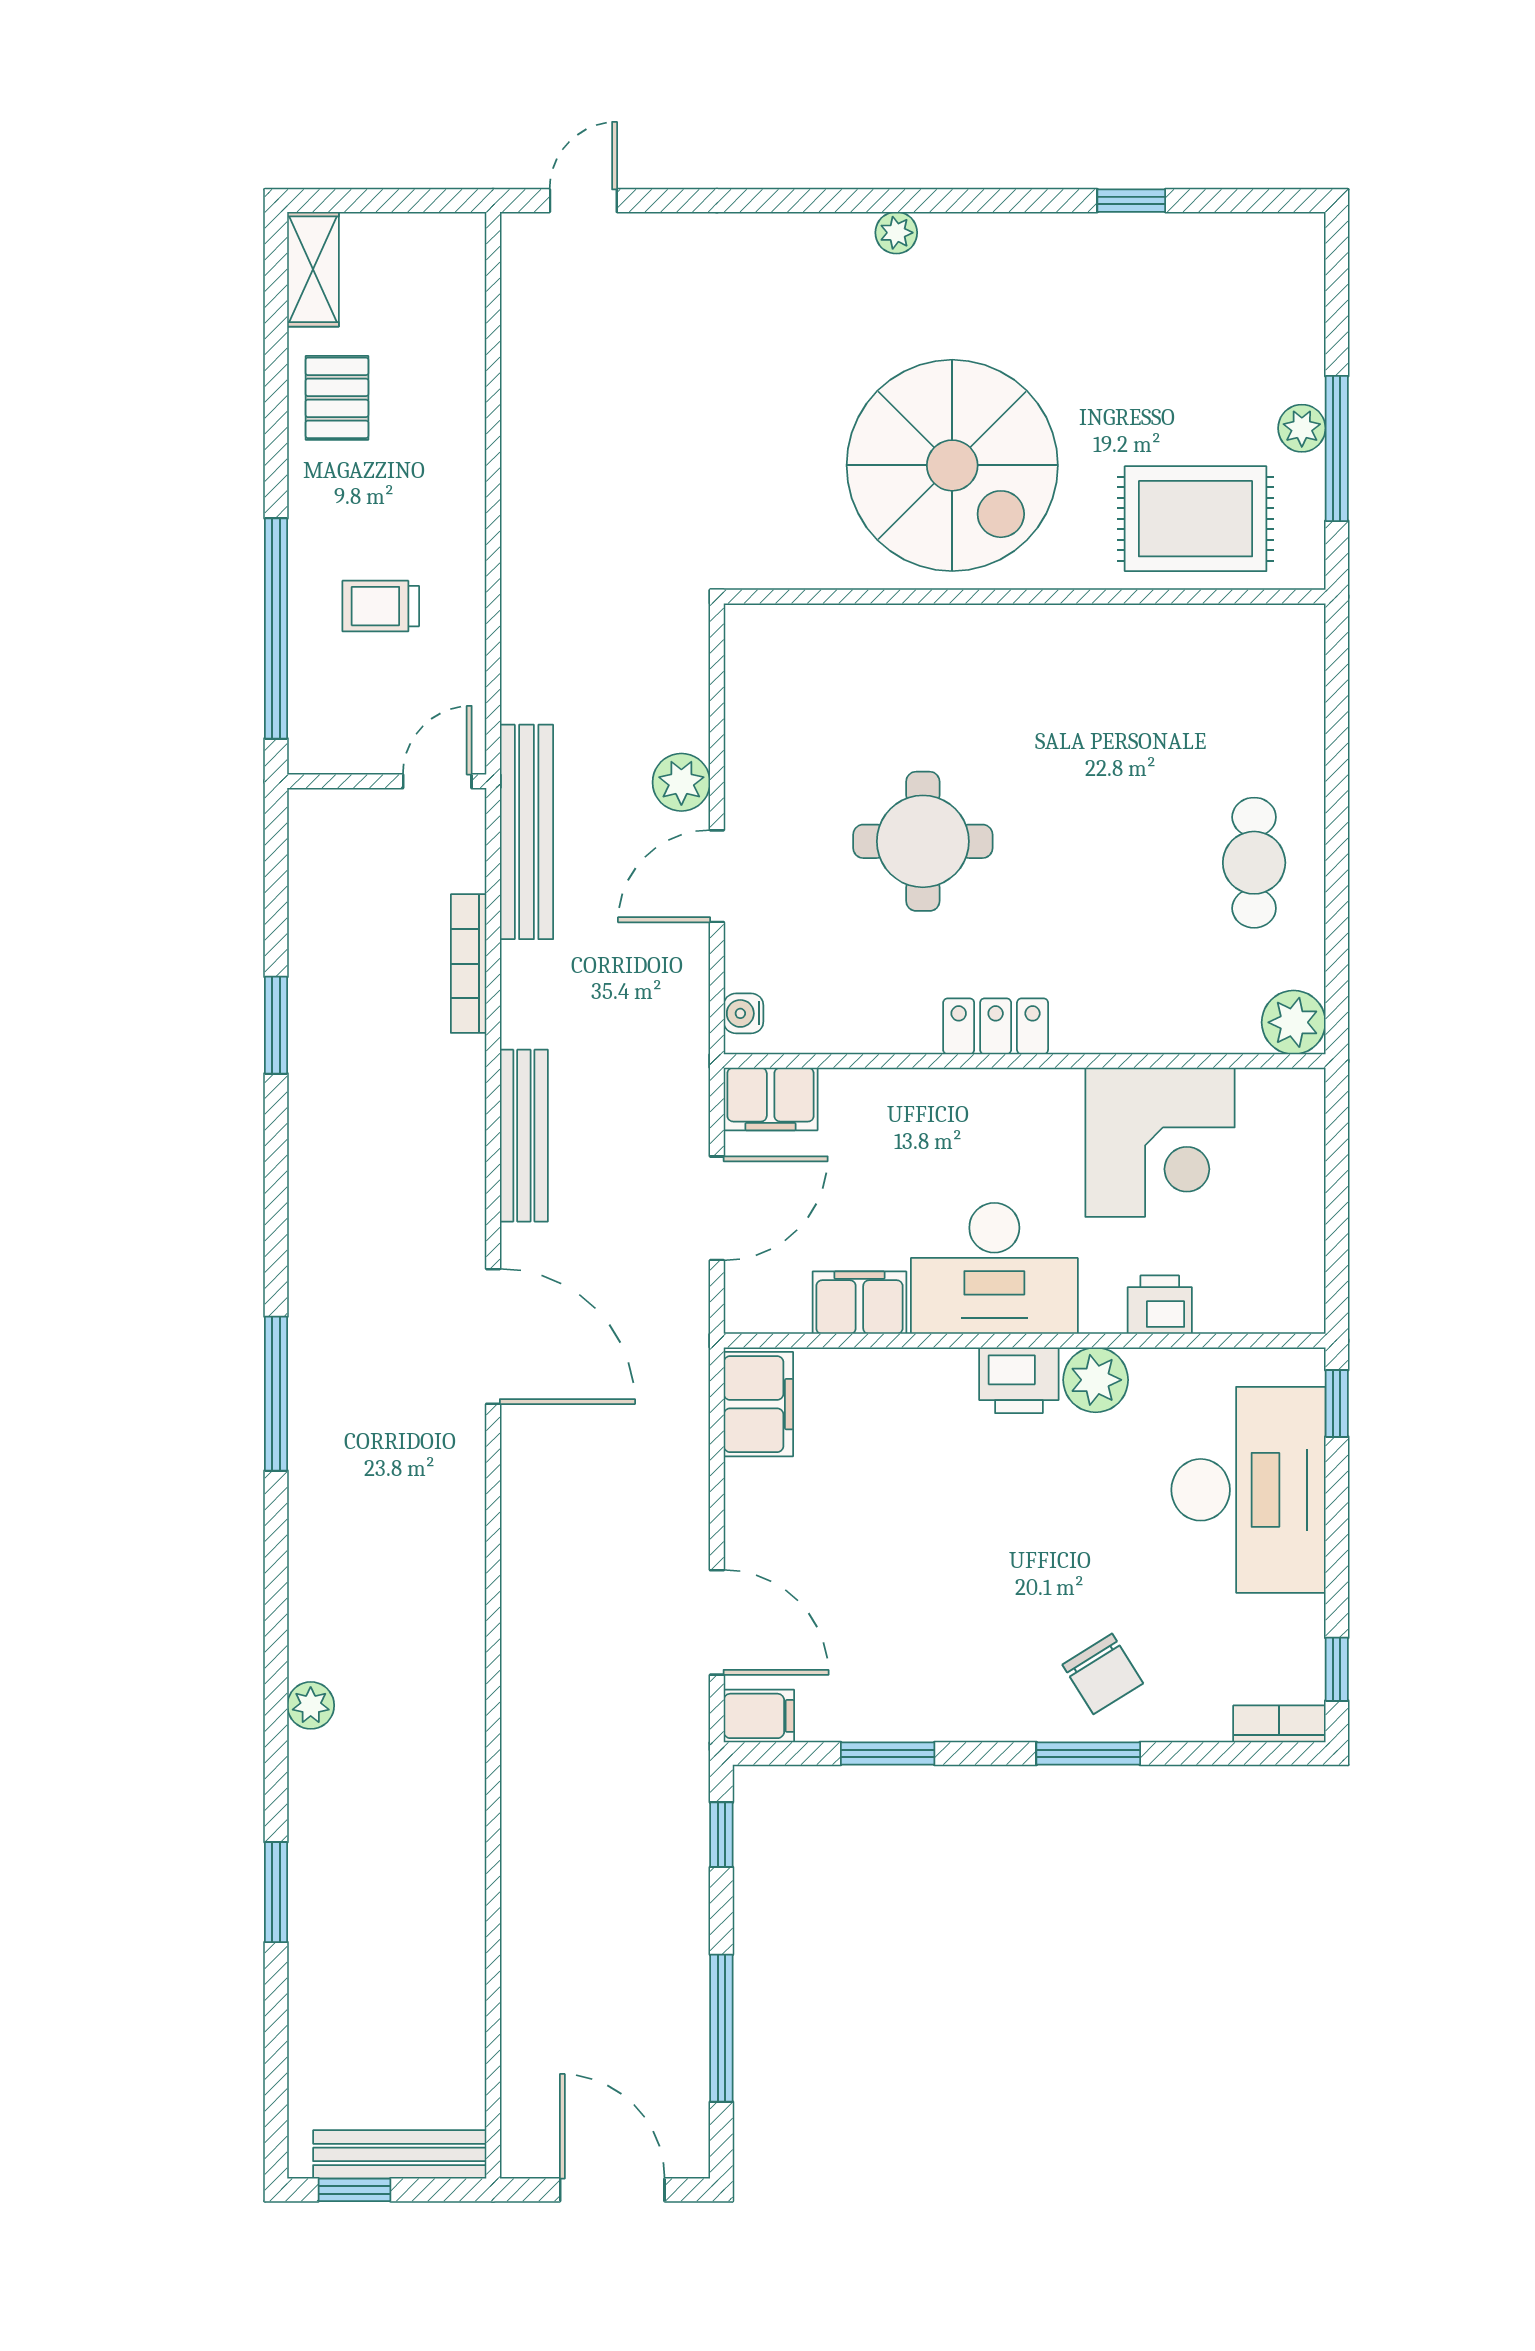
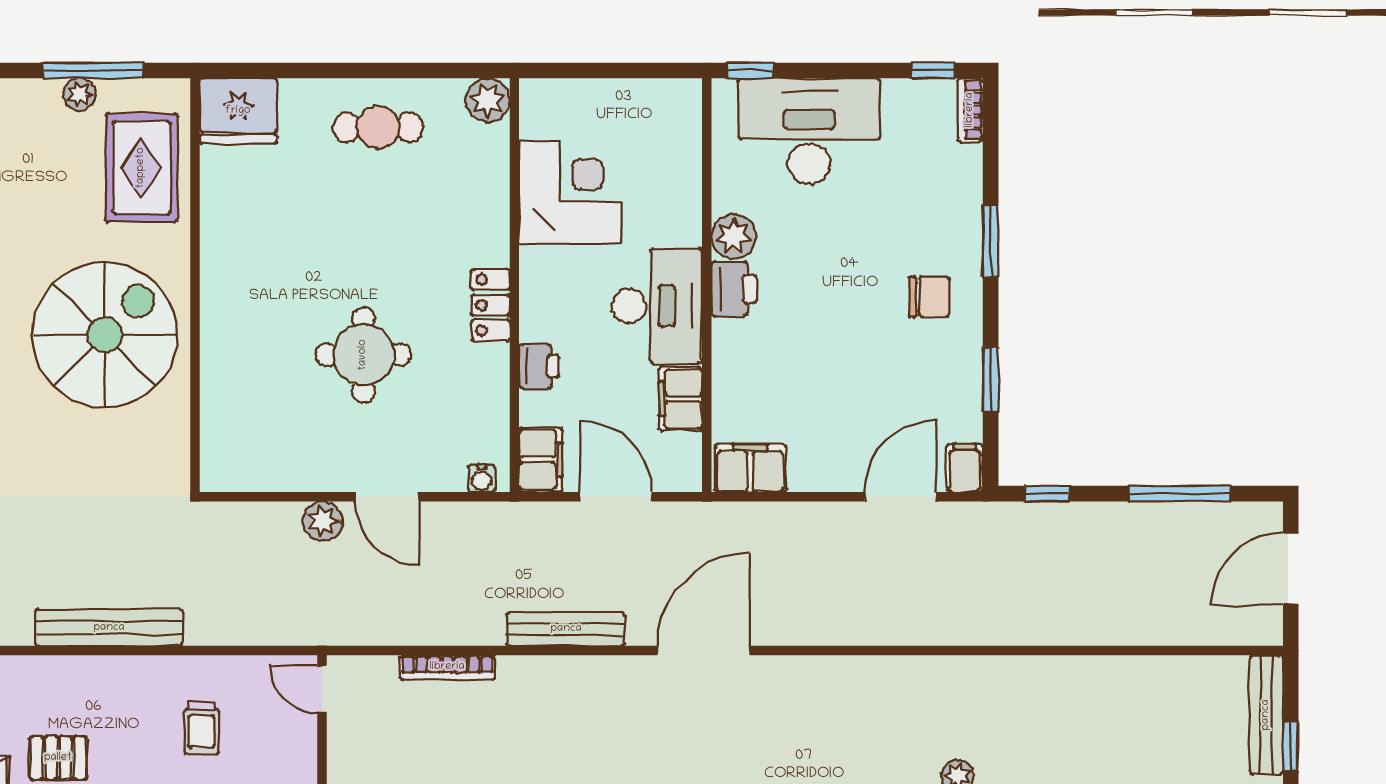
fridge: (1278, 660) -> (238, 111), added
bench: (527, 832) -> (109, 628), moved
printer: (1160, 1305) -> (539, 366), moved, turned 180
chair: (1103, 1674) -> (929, 297), moved, turned 32

